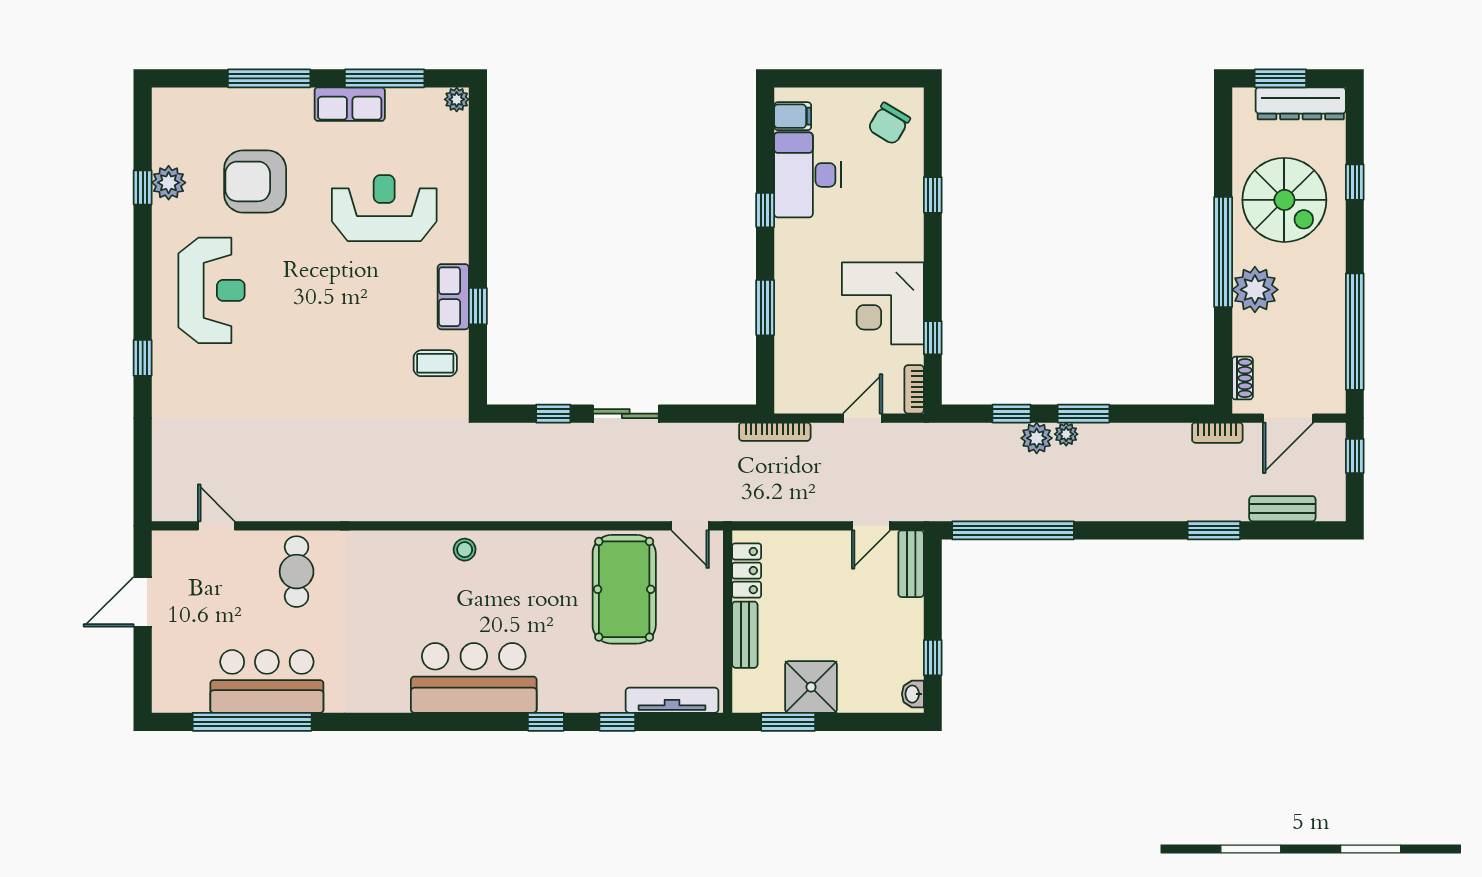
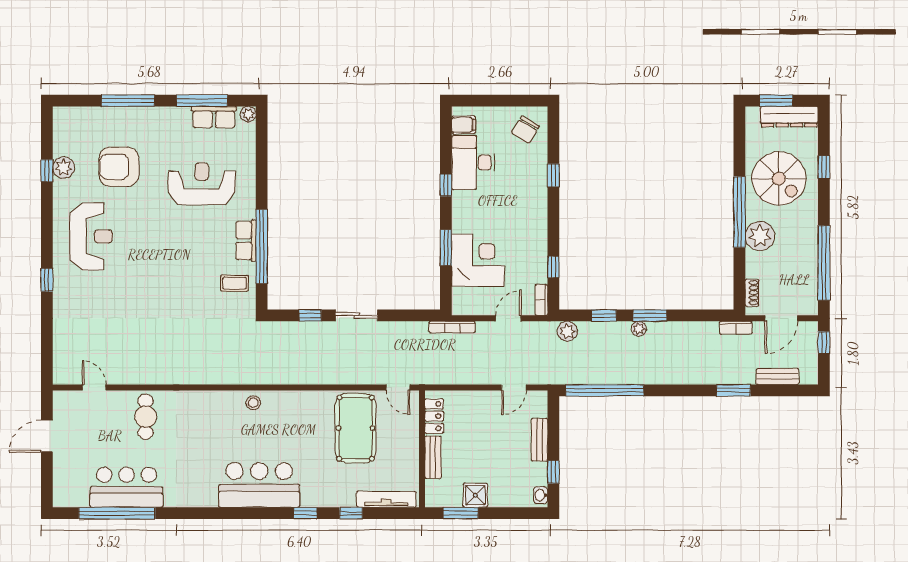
row of seats: (350, 104) -> (214, 117), moved
corner desk: (883, 303) -> (478, 260), moved, turned 180
window: (478, 306) -> (262, 247), width x3.17
plant: (1037, 438) -> (567, 331), moved
bench: (911, 564) -> (539, 440), moved
shower: (811, 687) -> (475, 495), width x0.73, depth x0.73

